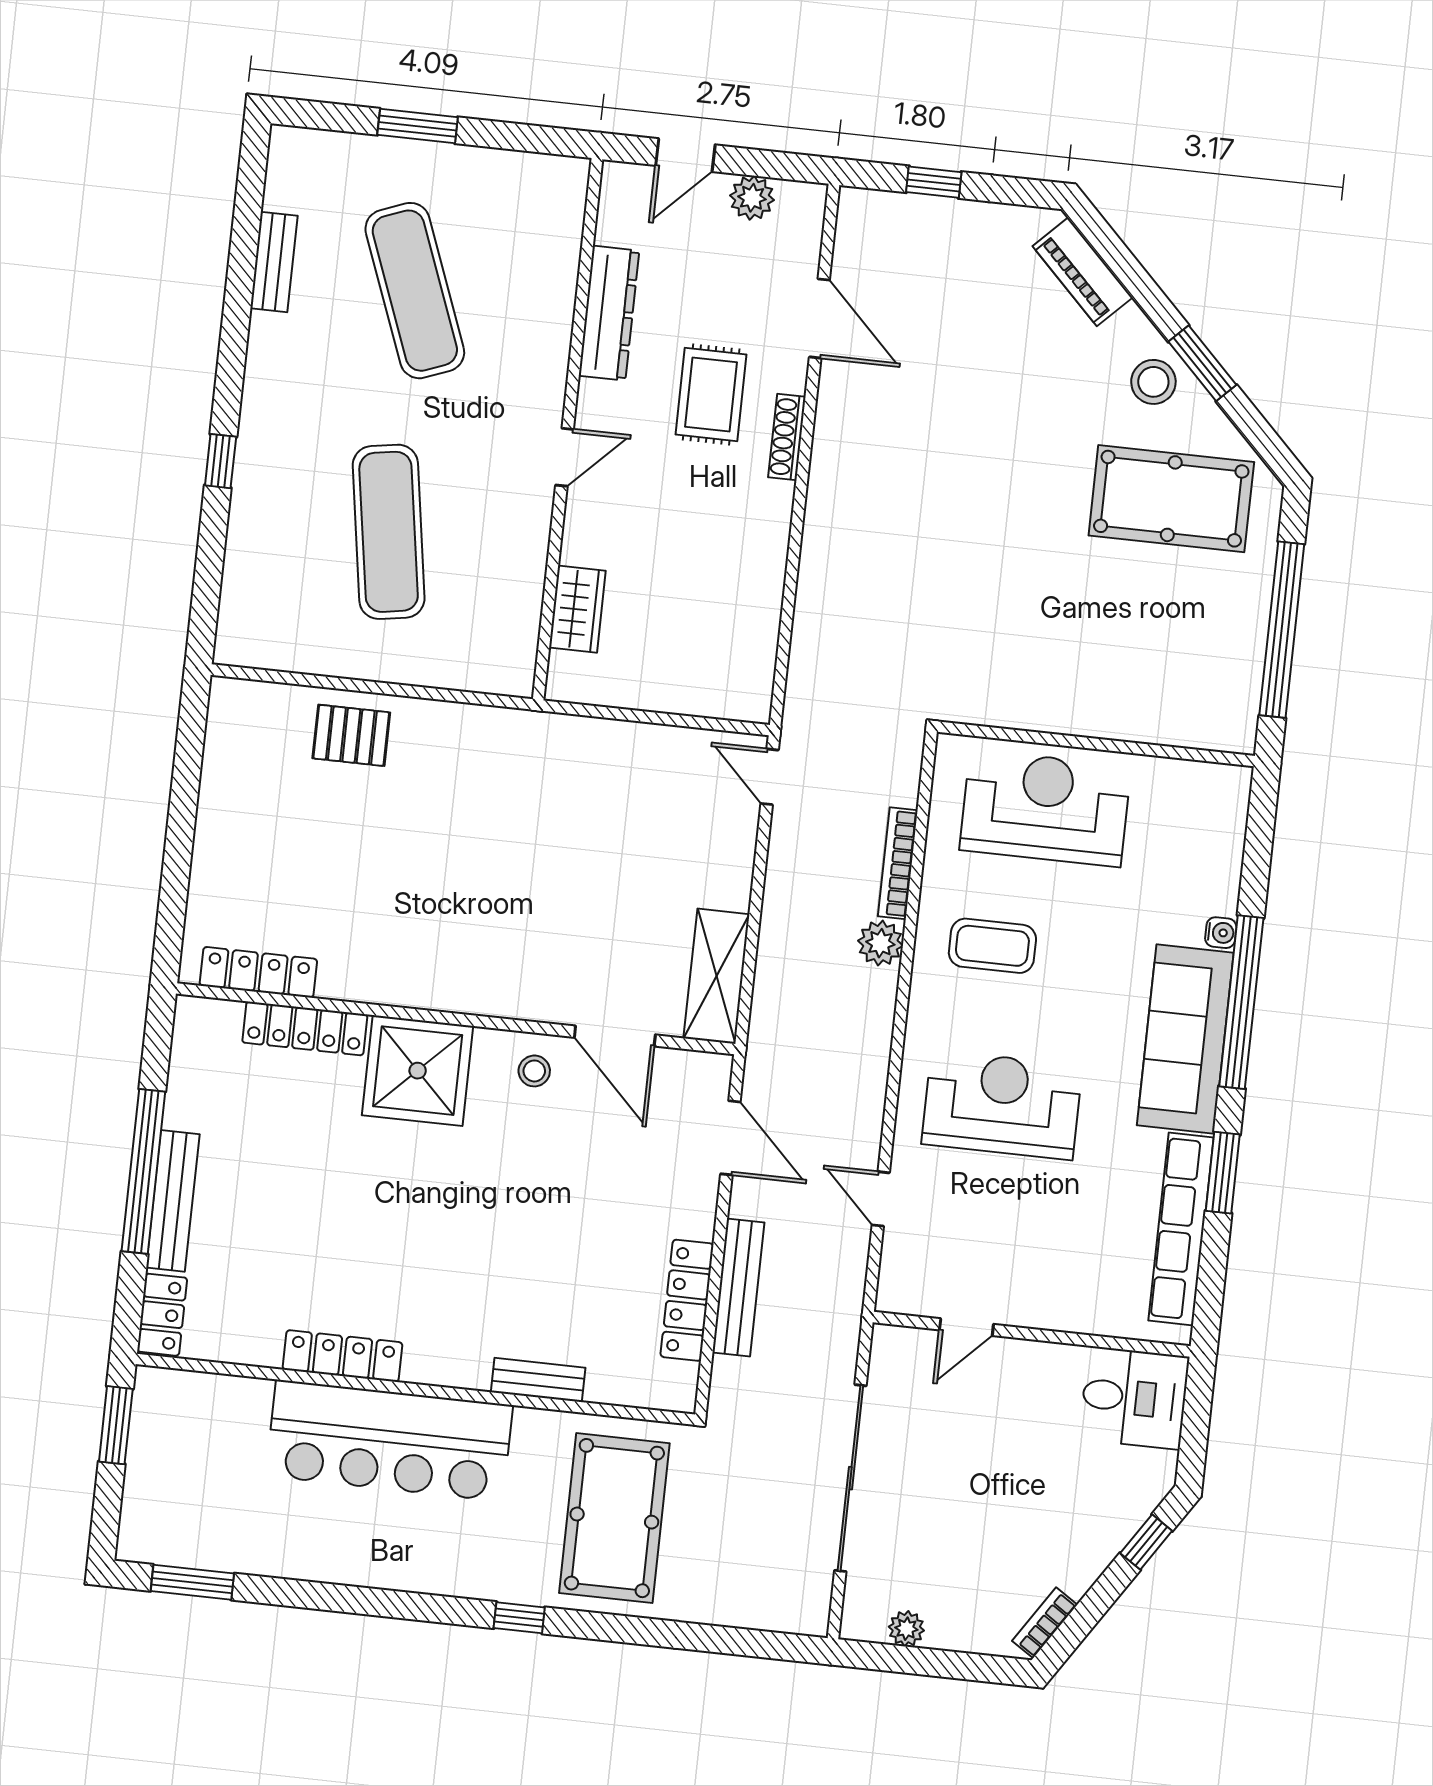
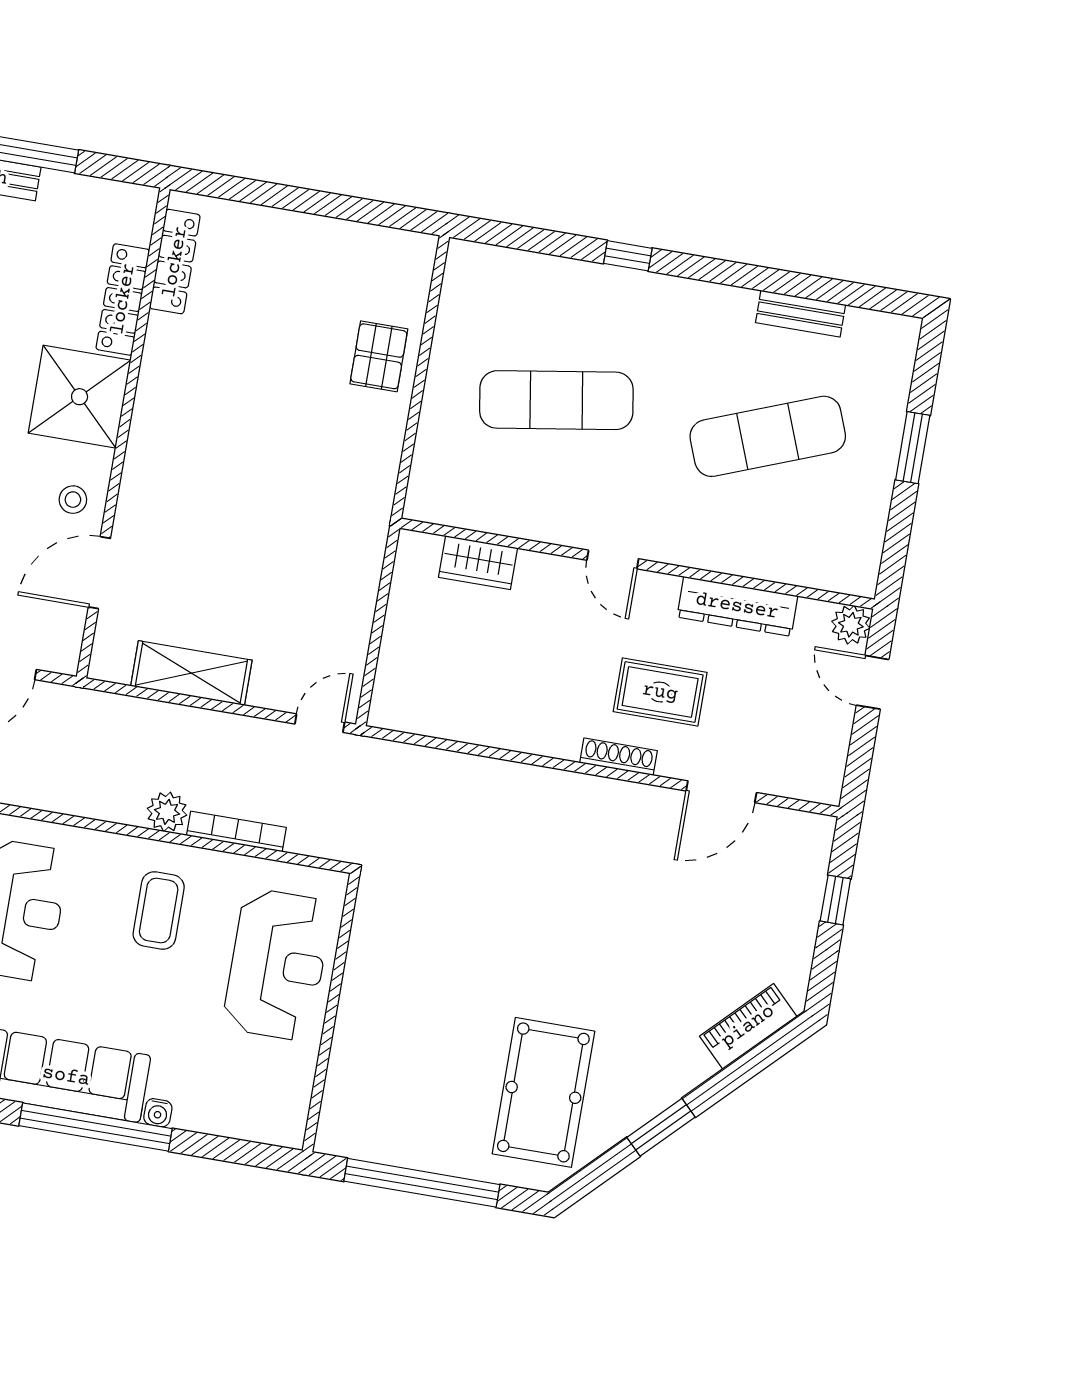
plant: (752, 198) -> (851, 625), moved
stool: (1153, 382) -> (647, 1083), removed
shelving: (716, 976) -> (191, 673), moved

